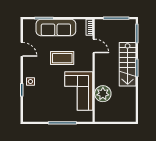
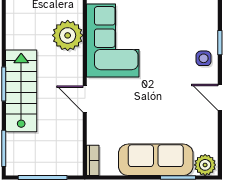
plant: (30, 25) -> (205, 165), added
door: (94, 46) -> (85, 99), moved
door: (22, 49) -> (220, 97), moved
coffee table: (62, 58) -> (144, 102), removed

